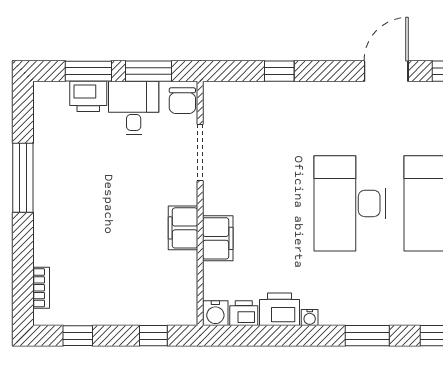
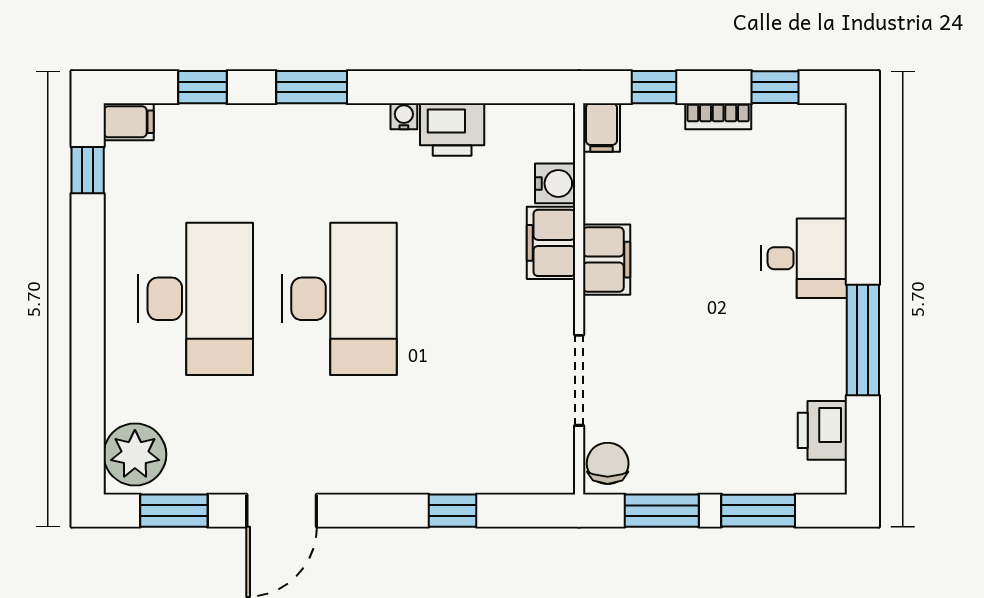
printer: (88, 96) -> (822, 430), moved, turned -90
desk: (134, 108) -> (804, 258), moved, turned -90
bookcase: (41, 288) -> (718, 116), moved, turned -90
filing cabinet: (186, 310) -> (601, 128), added
water cooler: (215, 313) -> (555, 183), moved, turned 90
printer: (244, 313) -> (509, 123), removed

